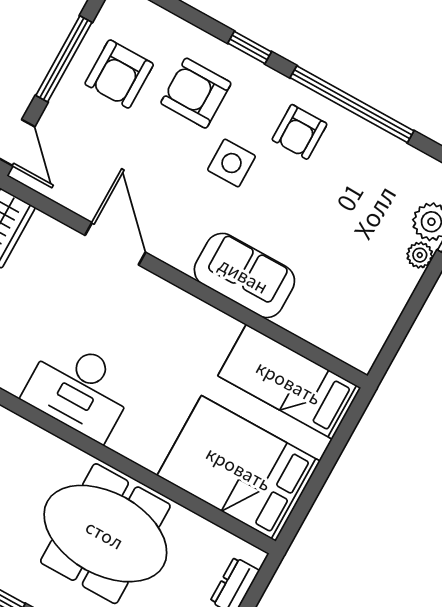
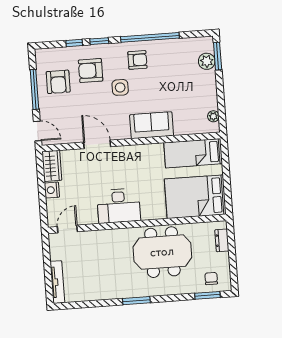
window: (199, 19) -> (74, 43), added
armchair: (299, 132) -> (137, 60), turned -90
plant: (420, 255) -> (213, 116), moved

